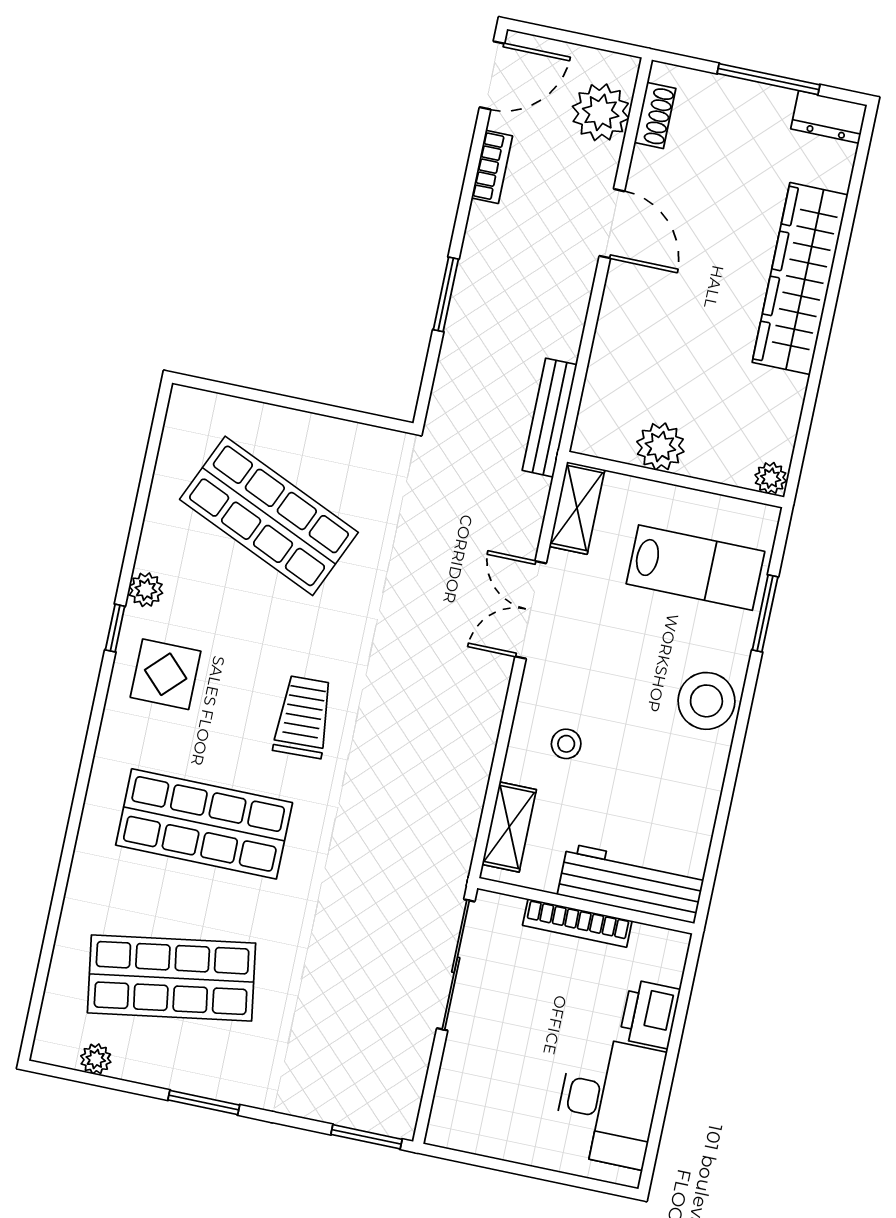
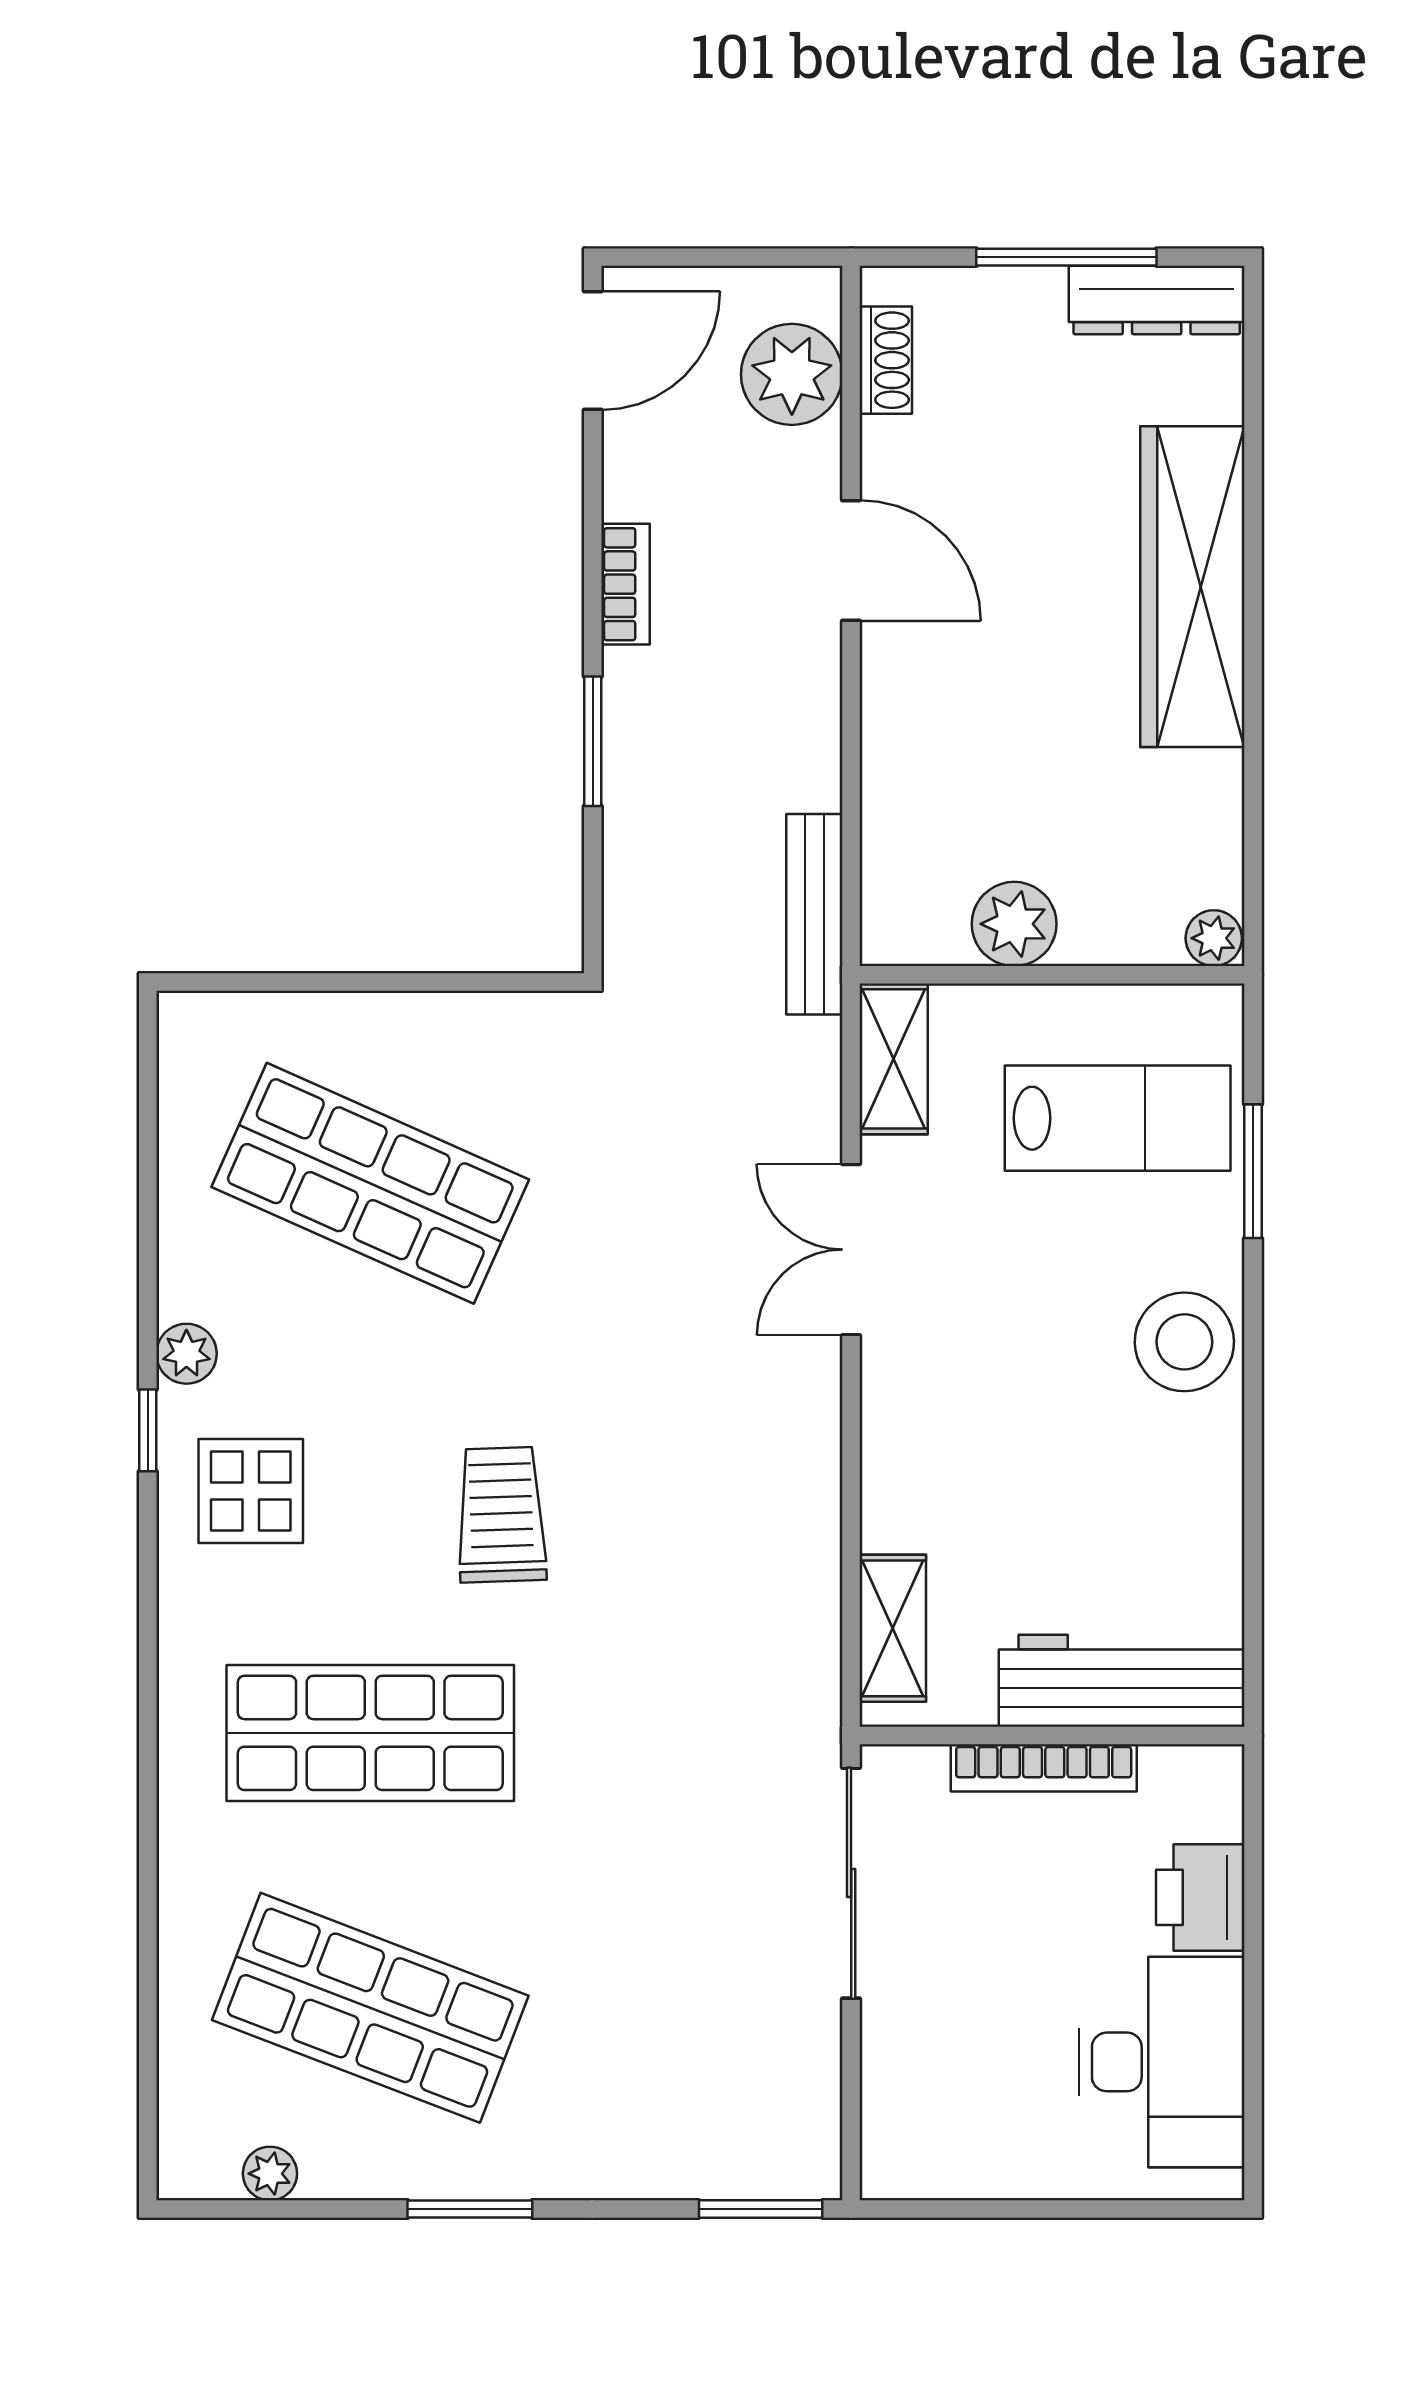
dresser: (829, 117) -> (1157, 300), width x1.44
bookcase: (492, 167) -> (626, 584), moved
stool: (566, 744) -> (960, 1466), removed
shop shelf: (172, 978) -> (370, 2008), turned 30

